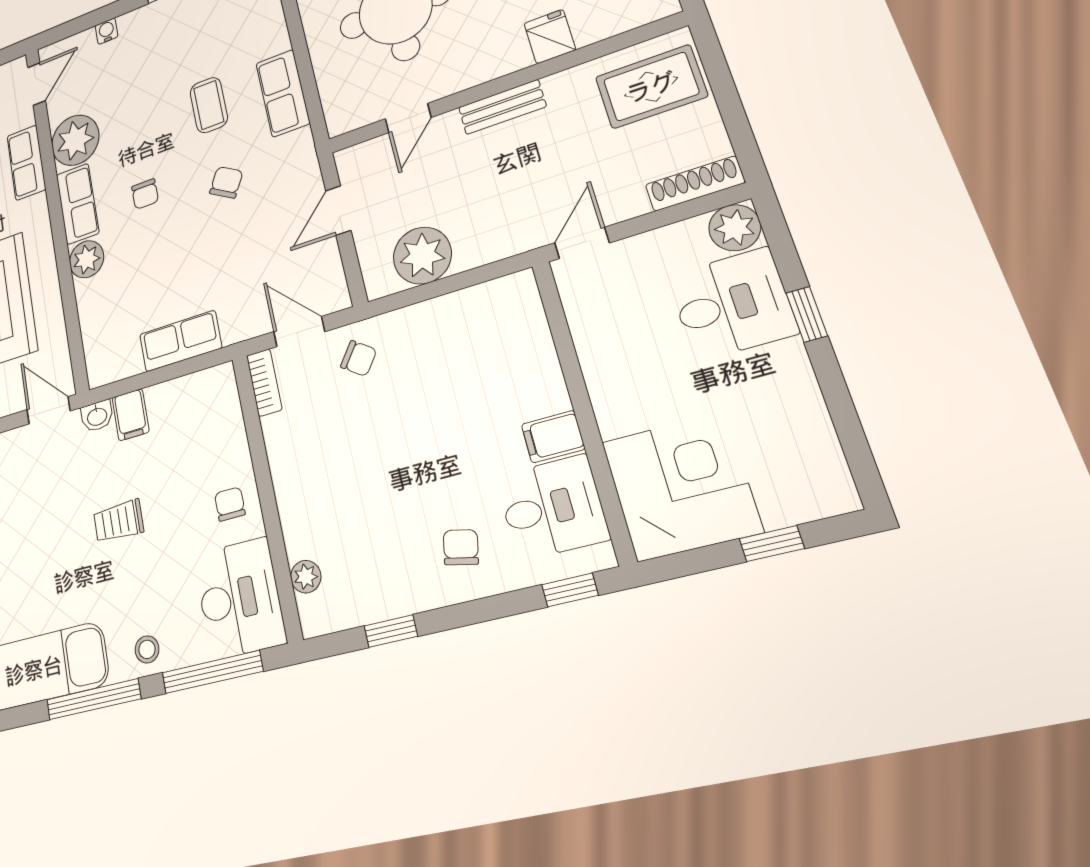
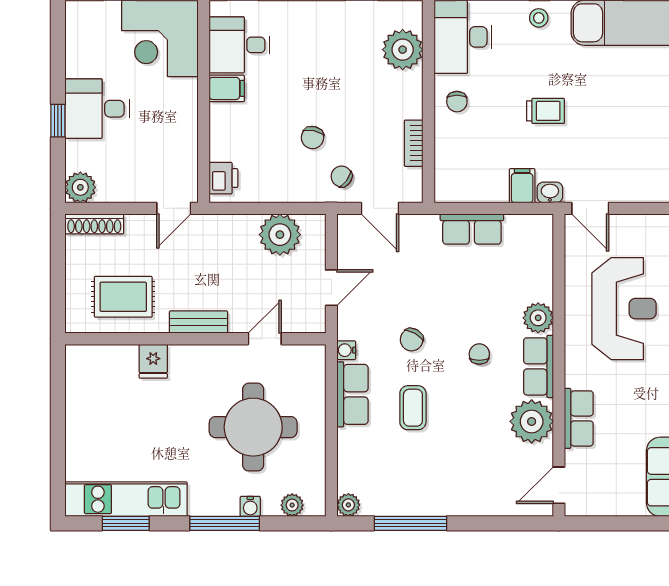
water cooler: (107, 31) -> (346, 350), moved, turned 90
rug: (651, 87) -> (123, 297), moved
desk: (732, 304) -> (97, 109), moved
printer: (522, 307) -> (223, 178), added
bookcase: (264, 383) -> (414, 143), moved
chair: (461, 547) -> (313, 138), moved
plant: (306, 577) -> (403, 50), width x1.88, depth x1.88

